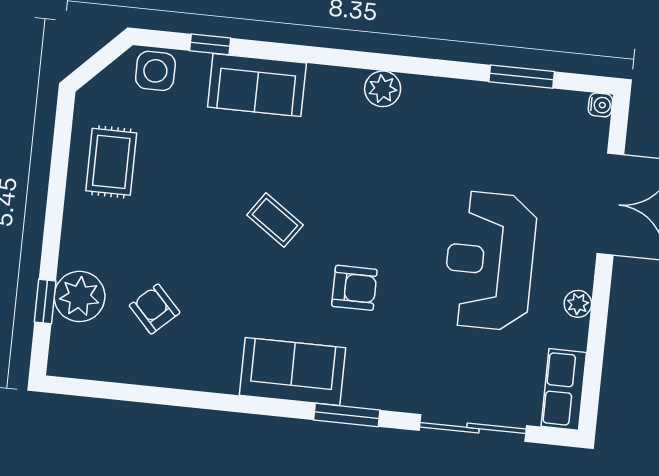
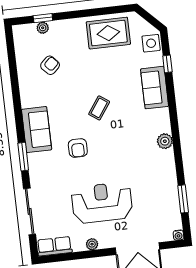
rug: (111, 162) -> (108, 33), width x1.36, depth x1.43
plant: (80, 296) -> (43, 28), width x0.53, depth x0.53

